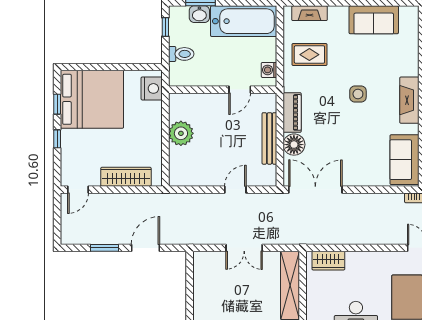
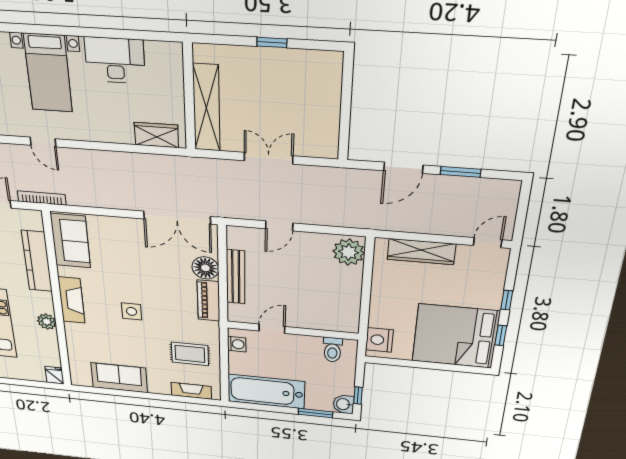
washbasin: (199, 14) -> (343, 404), moved, turned -90
toilet: (181, 54) -> (333, 350), moved, turned -90
plant: (181, 133) -> (349, 252), moved

